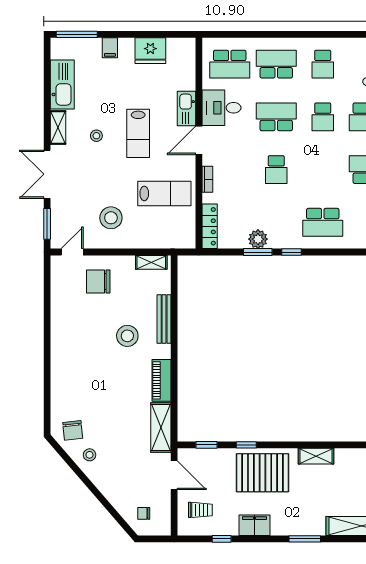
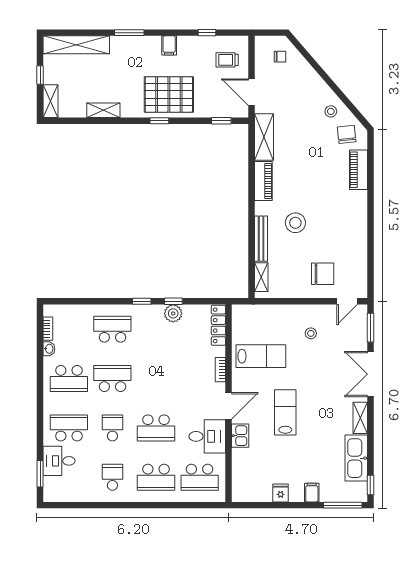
fridge: (150, 51) -> (281, 493), width x0.53, depth x0.75
window: (47, 56) -> (370, 485), added
school desk: (230, 64) -> (200, 477), turned 180
kitchen sink: (186, 109) -> (240, 436), width x0.73
stool: (96, 136) -> (324, 410), removed
school desk: (276, 170) -> (112, 379), moved, width x1.85
double door: (47, 174) -> (370, 374), swing flipped
lab bench: (164, 193) -> (261, 356), turned 180
stool: (111, 218) -> (311, 333), width x0.53, depth x0.53
window: (258, 252) -> (173, 301), width x0.67
shelving: (151, 262) -> (261, 277), moved, turned 90
piano: (60, 393) -> (359, 170), added
window: (246, 445) -> (159, 121), moved
shelving: (316, 456) -> (103, 110), moved
filing cabinet: (255, 525) -> (169, 45), width x0.50

